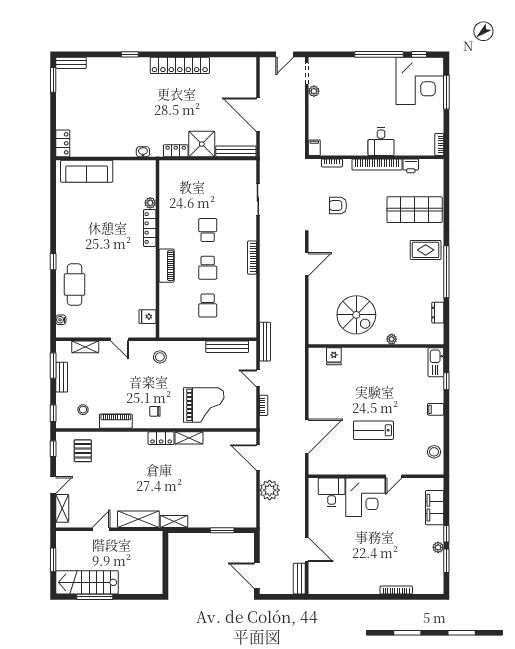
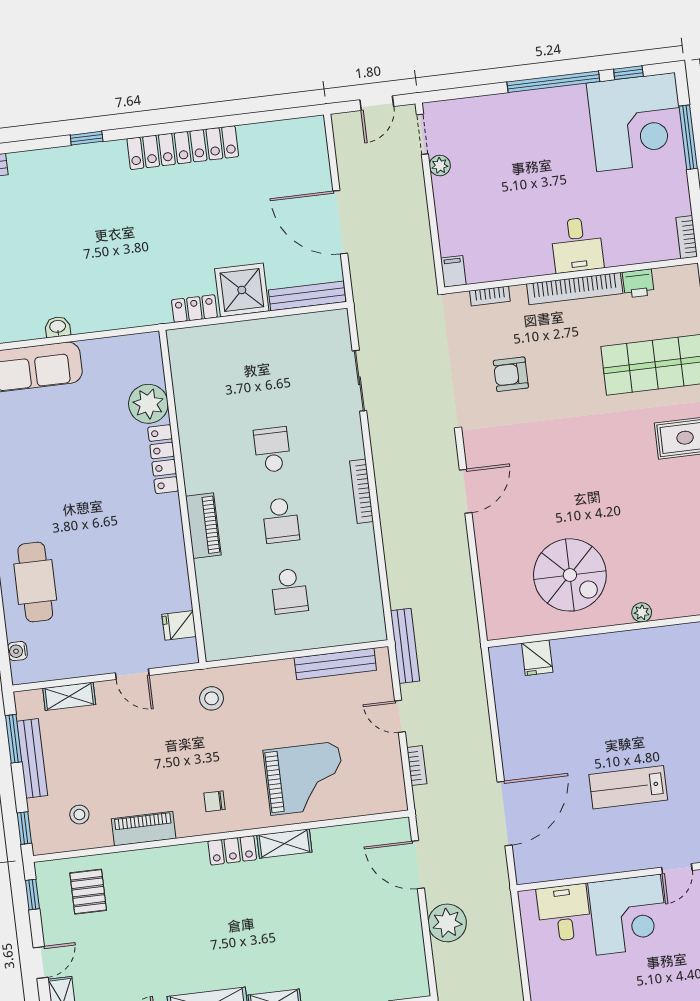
washbasin: (143, 152) -> (58, 327), moved
plant: (150, 203) -> (148, 404), width x1.87, depth x1.87
bench: (62, 377) -> (32, 758), width x1.36

